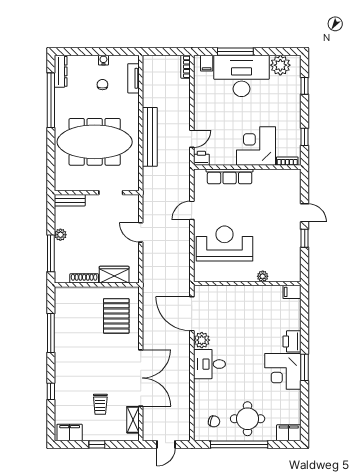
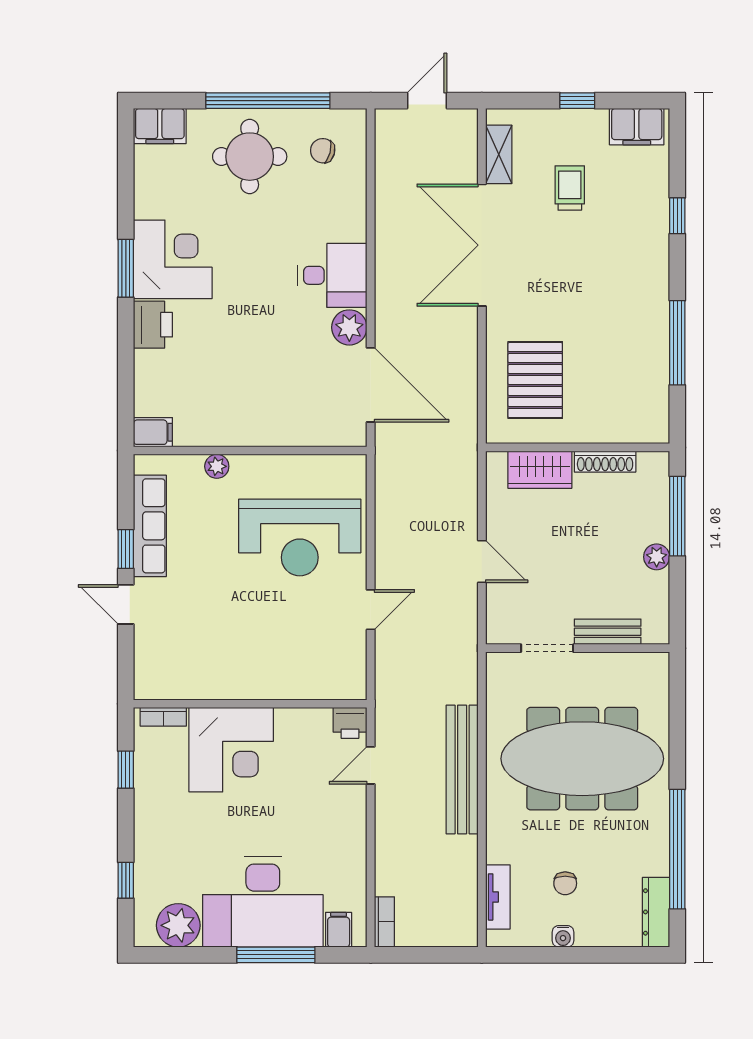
row of seats: (230, 176) -> (150, 526), moved, turned 90
bench: (70, 200) -> (608, 632), moved

